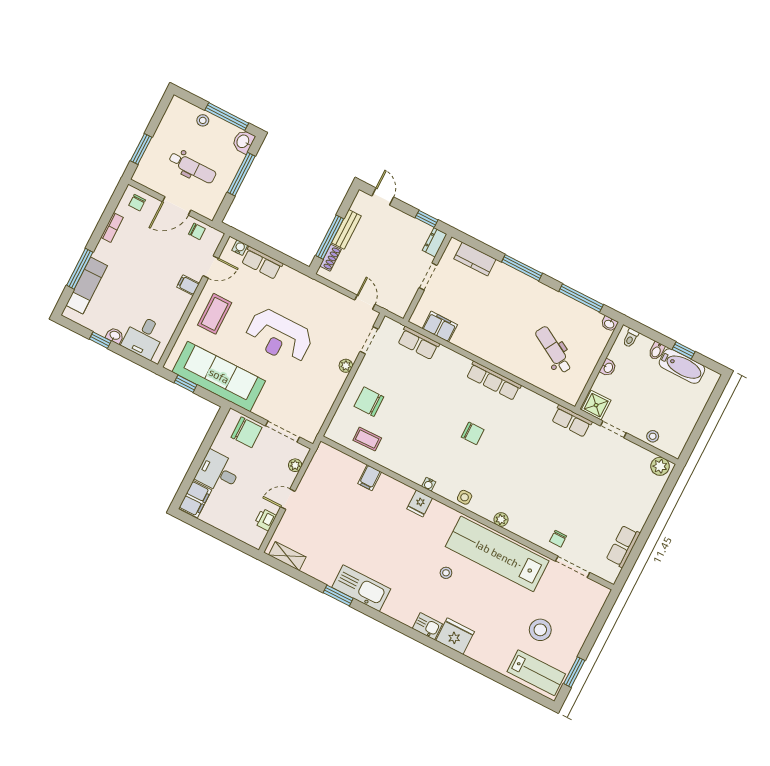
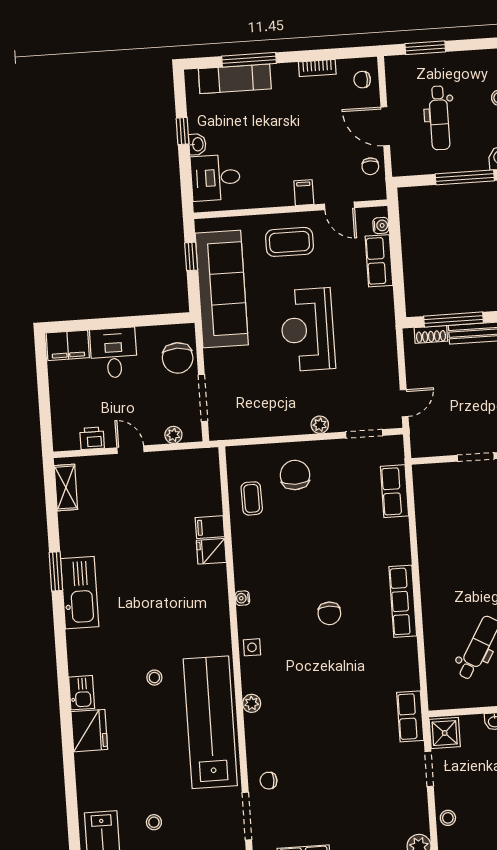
filing cabinet: (440, 327) -> (427, 504), removed
fridge: (420, 503) -> (211, 551), moved
stool: (540, 630) -> (154, 822), width x0.53, depth x0.53

